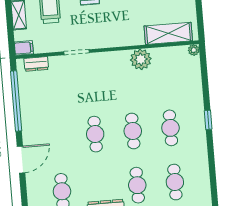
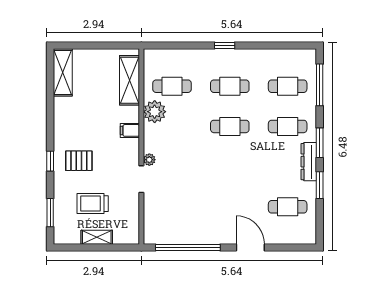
filing cabinet: (24, 48) -> (130, 130), moved, turned -90
plant: (194, 50) -> (149, 160), moved
dresser: (36, 64) -> (150, 223), removed
cafe table: (95, 134) -> (172, 86), moved

